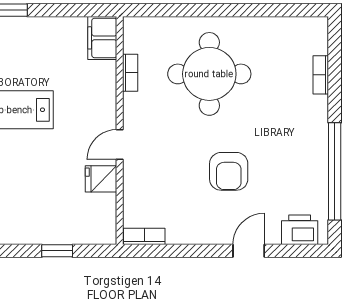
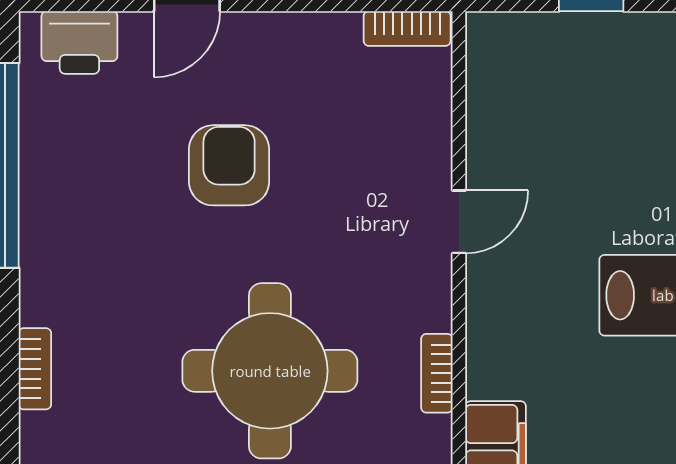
fridge: (101, 179) -> (498, 149), removed

